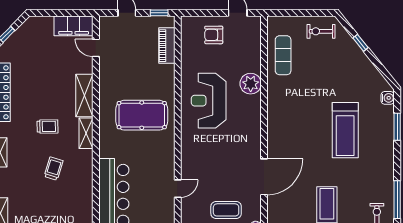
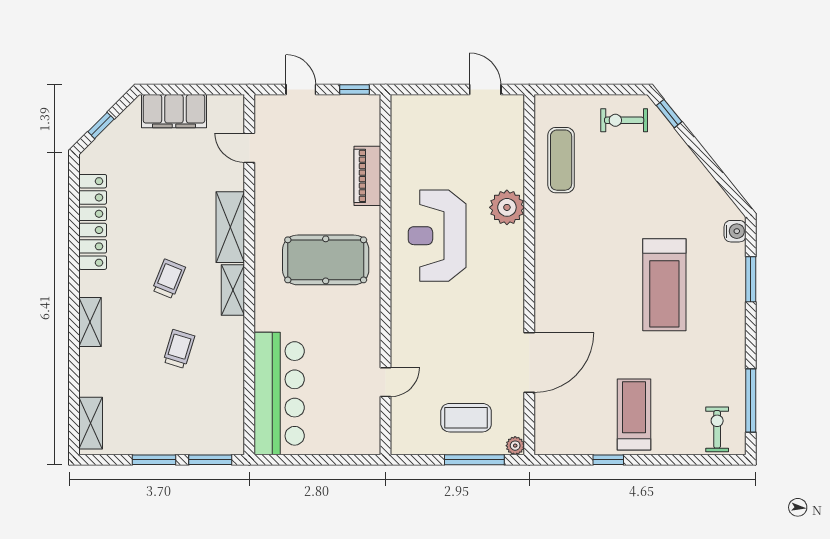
filing cabinet: (74, 26) -> (174, 111), moved
armchair: (214, 35) -> (446, 126), removed
window: (360, 43) -> (669, 114), moved
piano: (167, 46) -> (367, 176), moved
trolley: (48, 126) -> (169, 279), turned -67

